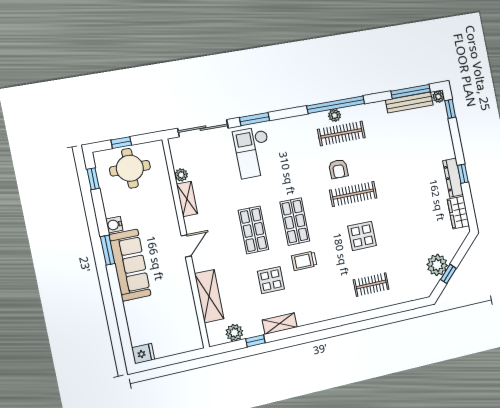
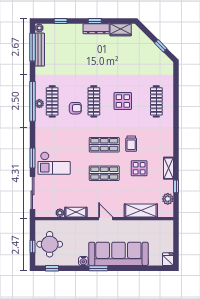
window: (450, 109) -> (61, 21), moved
sofa: (130, 265) -> (118, 254), width x1.36, depth x1.27
plant: (437, 265) -> (153, 52), removed
clothes rail: (371, 285) -> (156, 101), width x1.36

